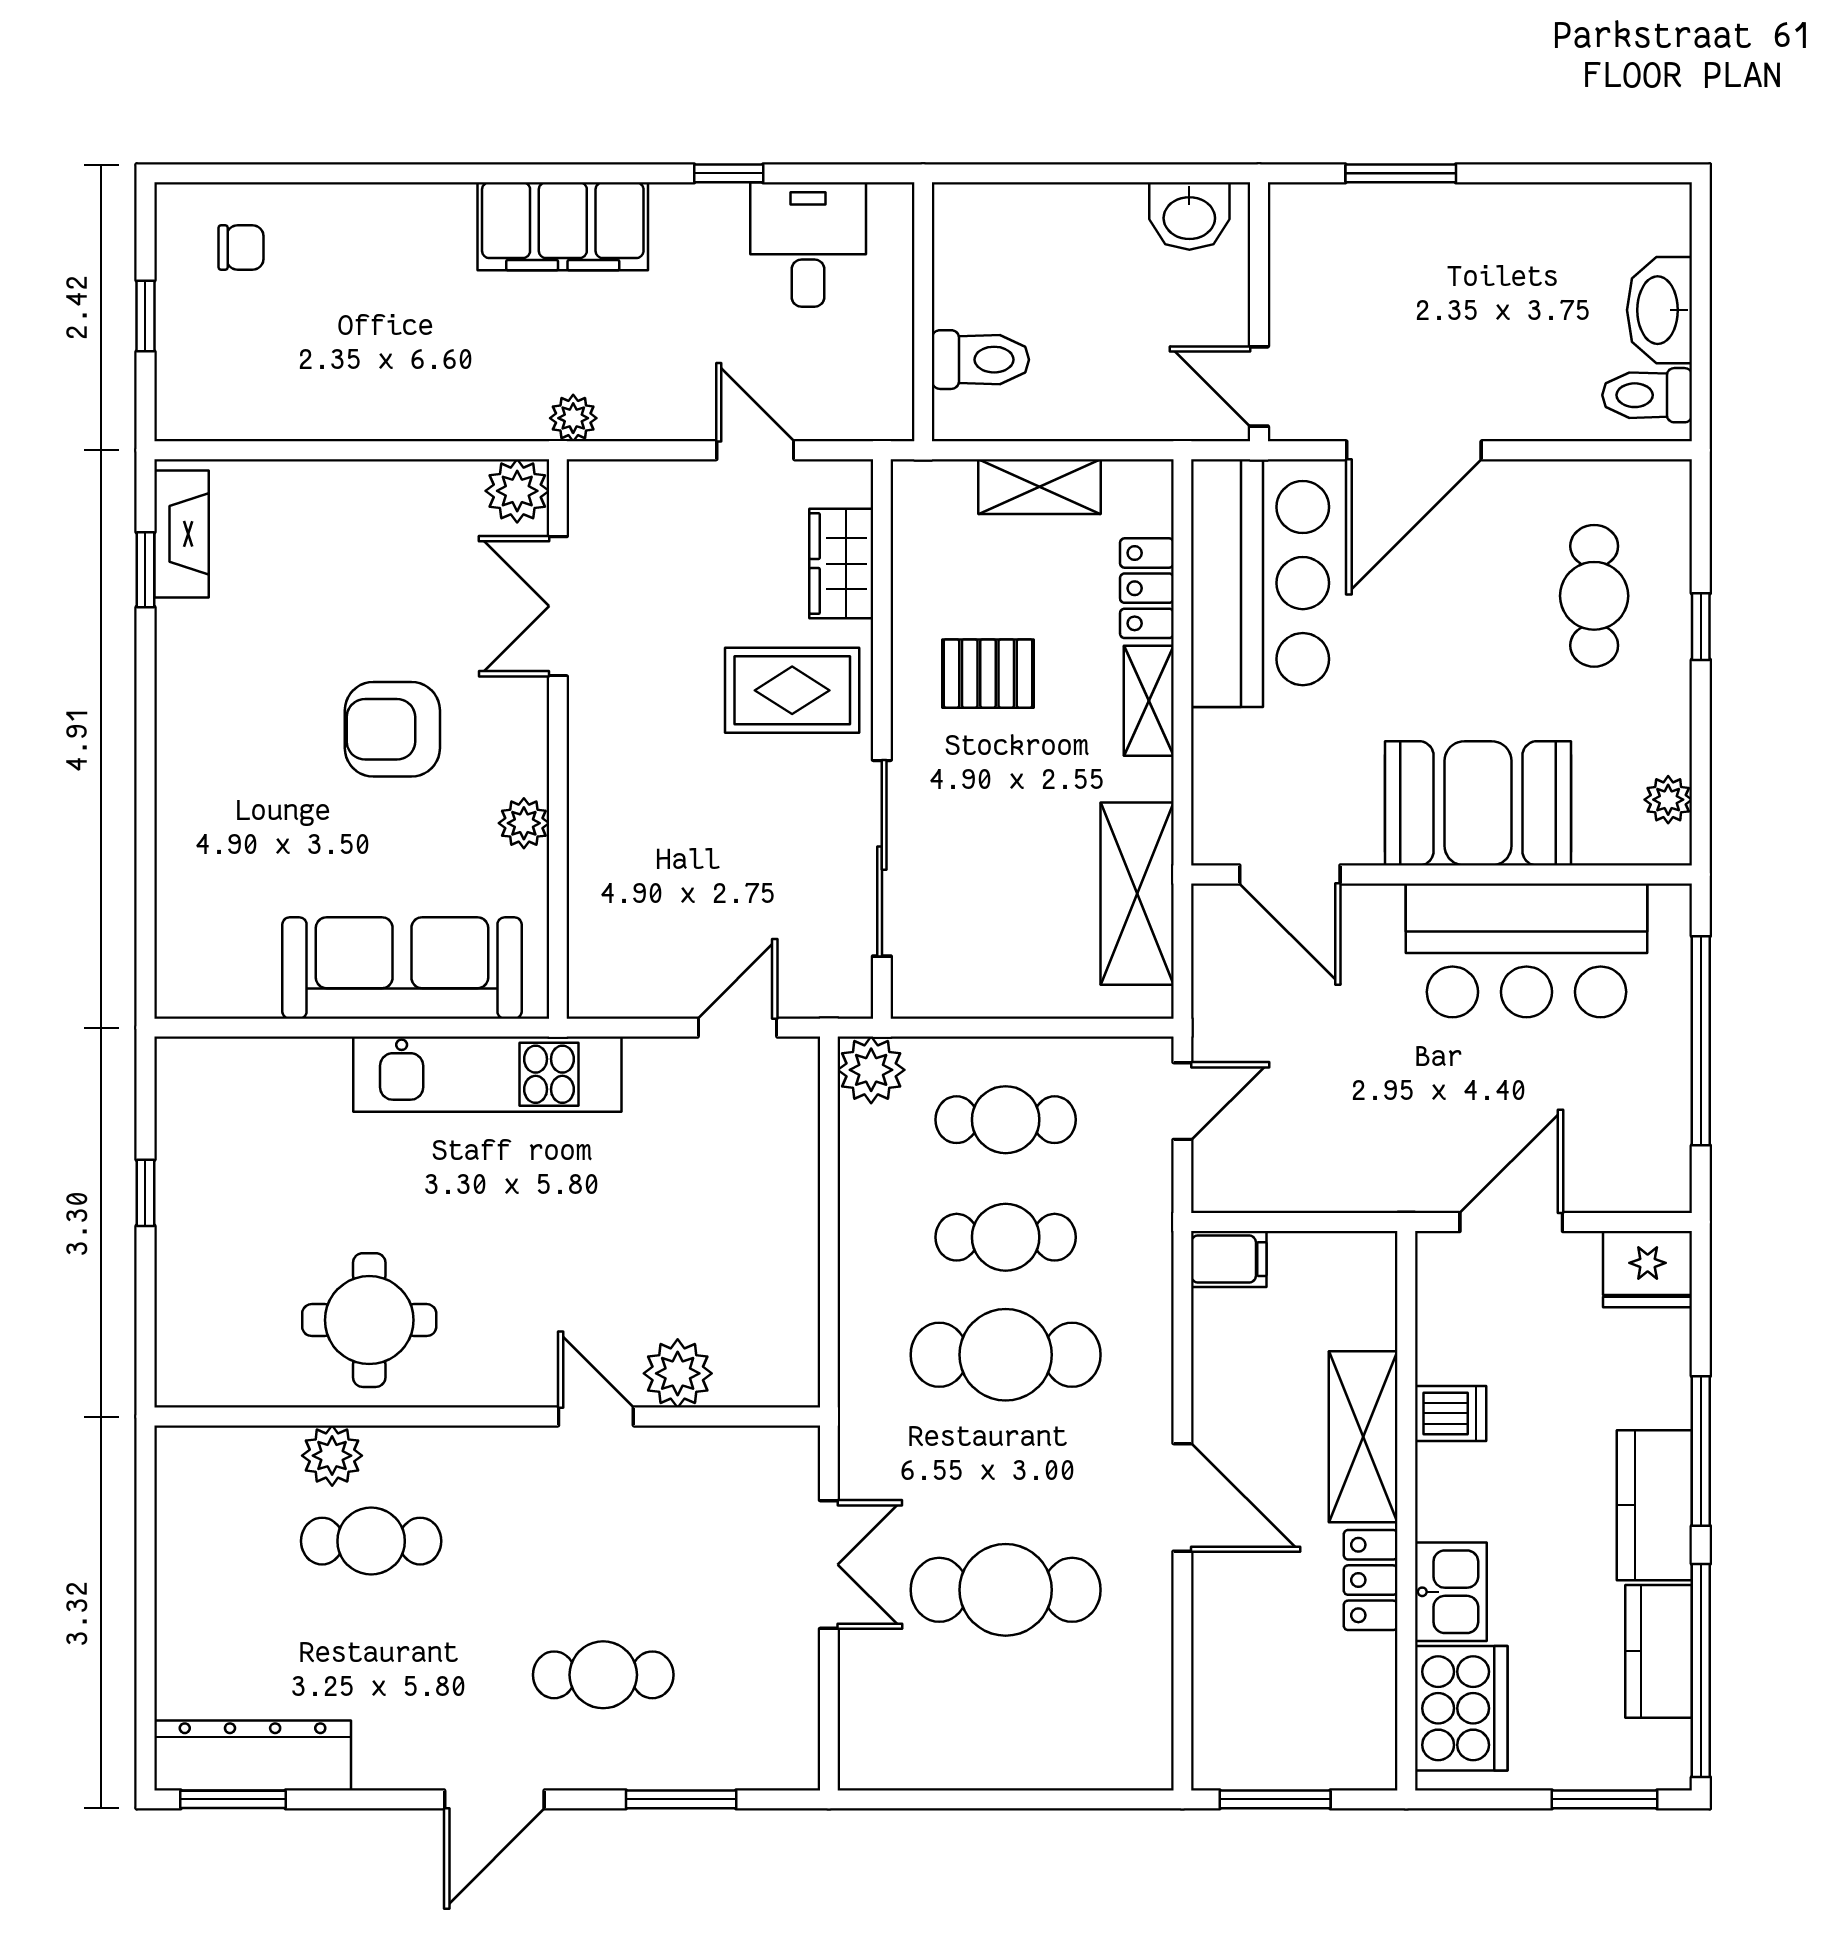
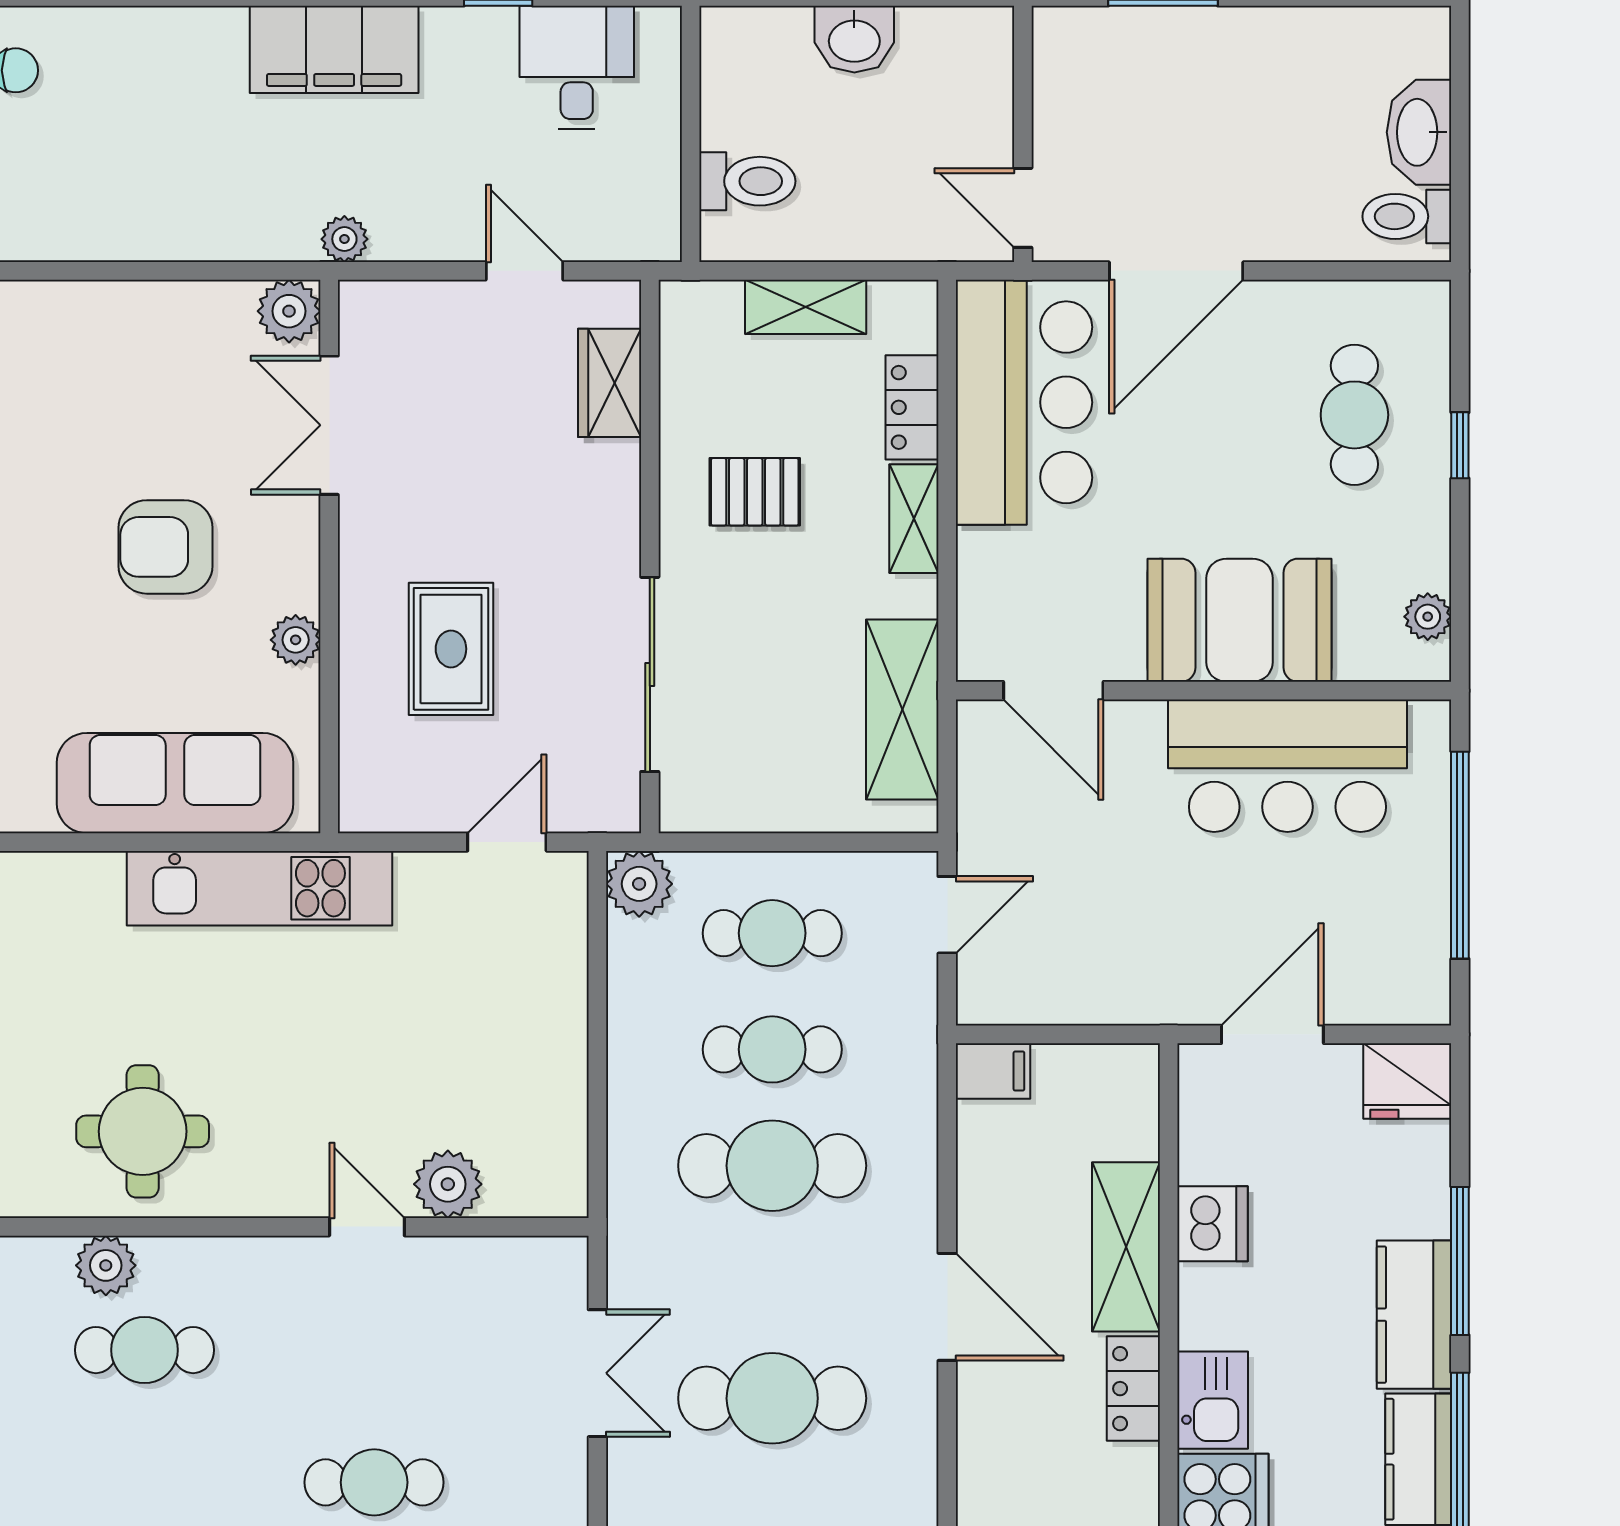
washbasin: (1189, 216) -> (854, 39), moved
rug: (792, 690) -> (451, 649), moved, turned 90
dishwasher: (1451, 1413) -> (1212, 1224), width x1.38

